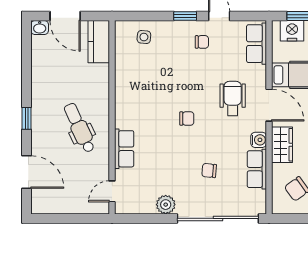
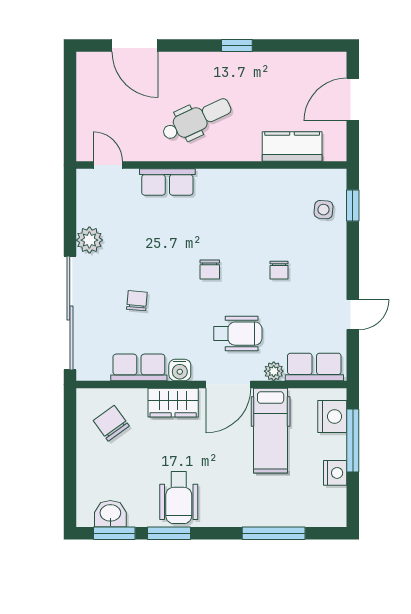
window: (185, 16) -> (353, 206), moved
washbasin: (40, 27) -> (337, 64), removed
kitchen counter: (99, 42) -> (292, 147), moved
chair: (202, 42) -> (279, 270), moved
plant: (260, 73) -> (274, 371), added
window: (27, 118) -> (237, 46), moved
door: (27, 172) -> (135, 46), hinge flipped

